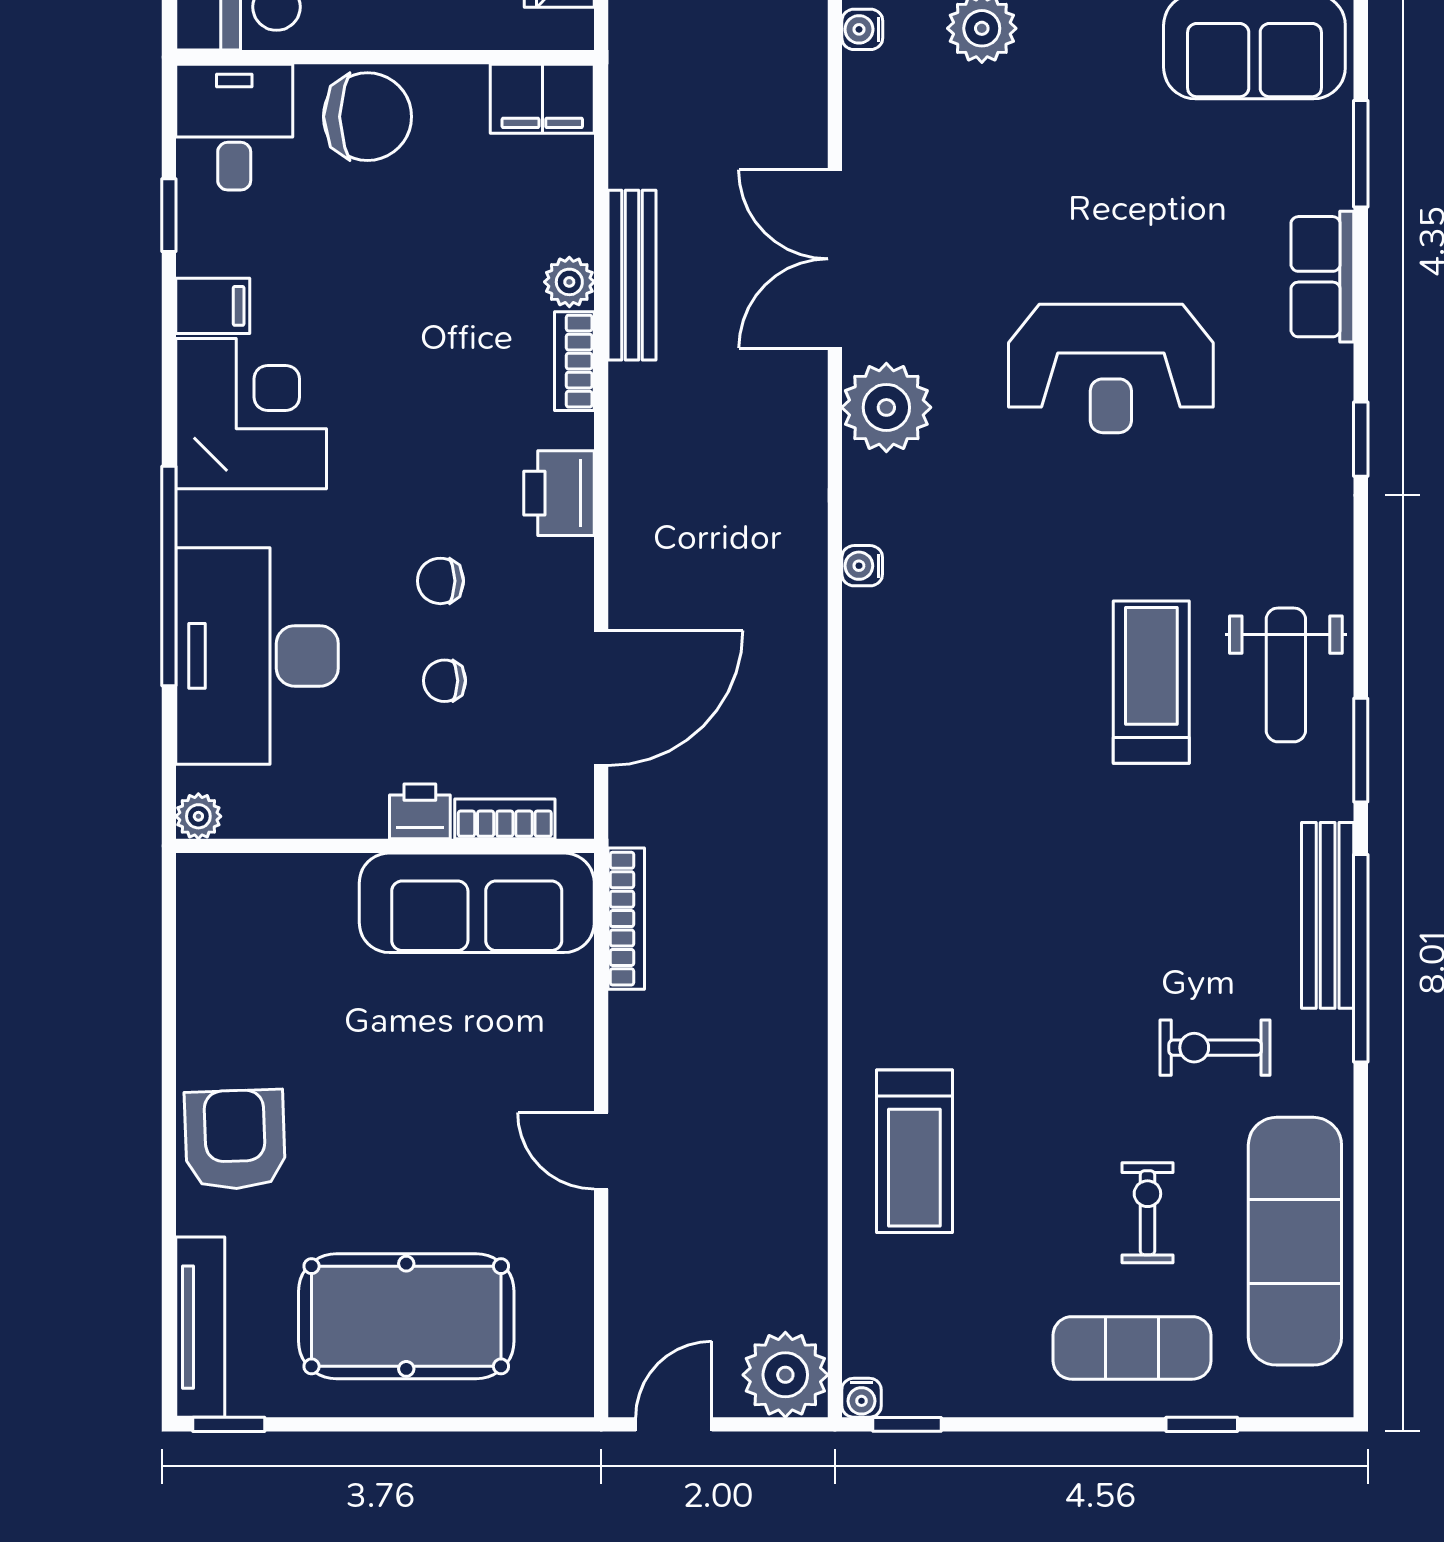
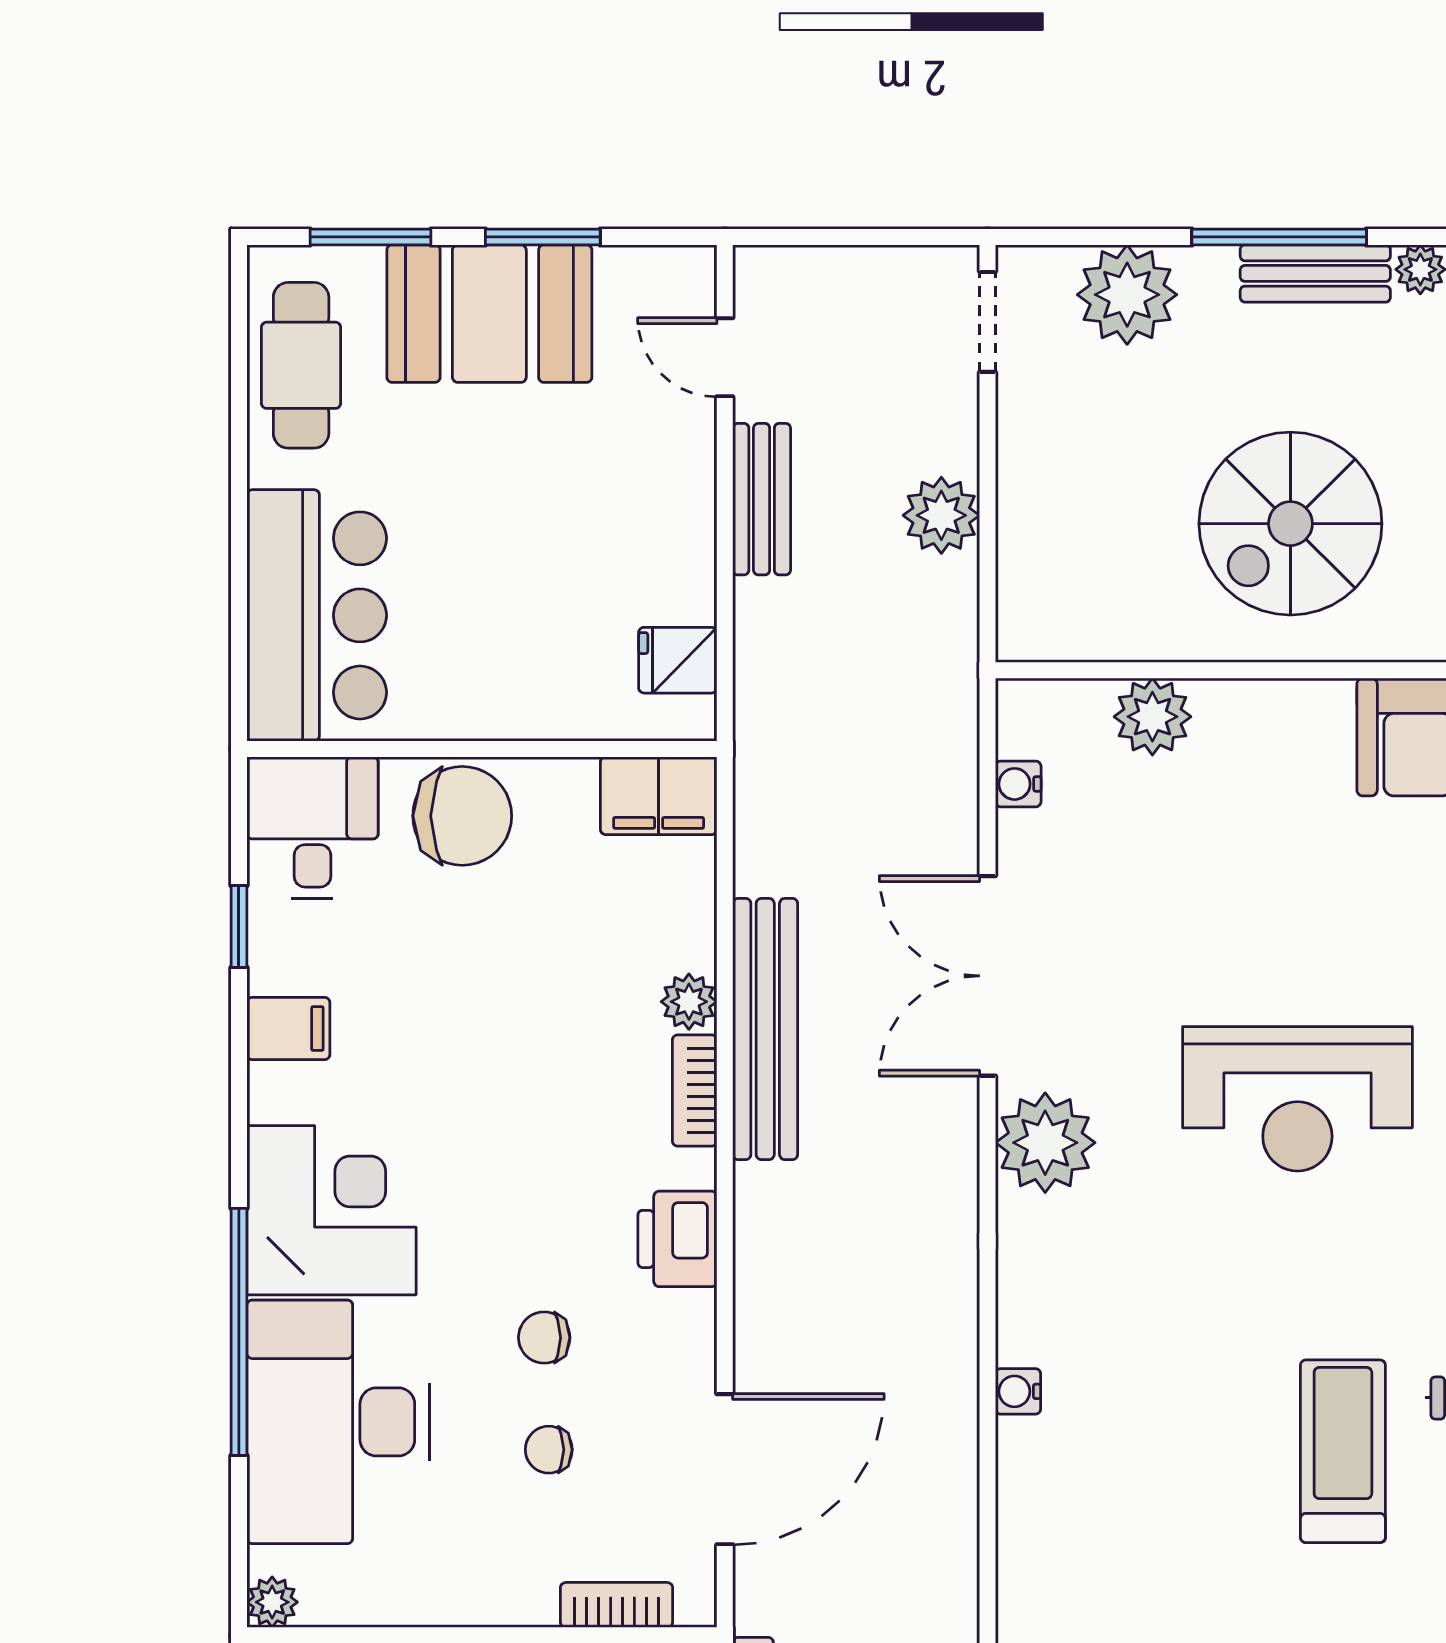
water cooler: (862, 29) -> (1018, 784), moved
bench: (632, 275) -> (765, 1029), width x1.37, depth x1.21
corner desk: (251, 414) -> (331, 1210), moved
water cooler: (862, 566) -> (1018, 1391), moved
printer: (420, 811) -> (521, 1597), removed

